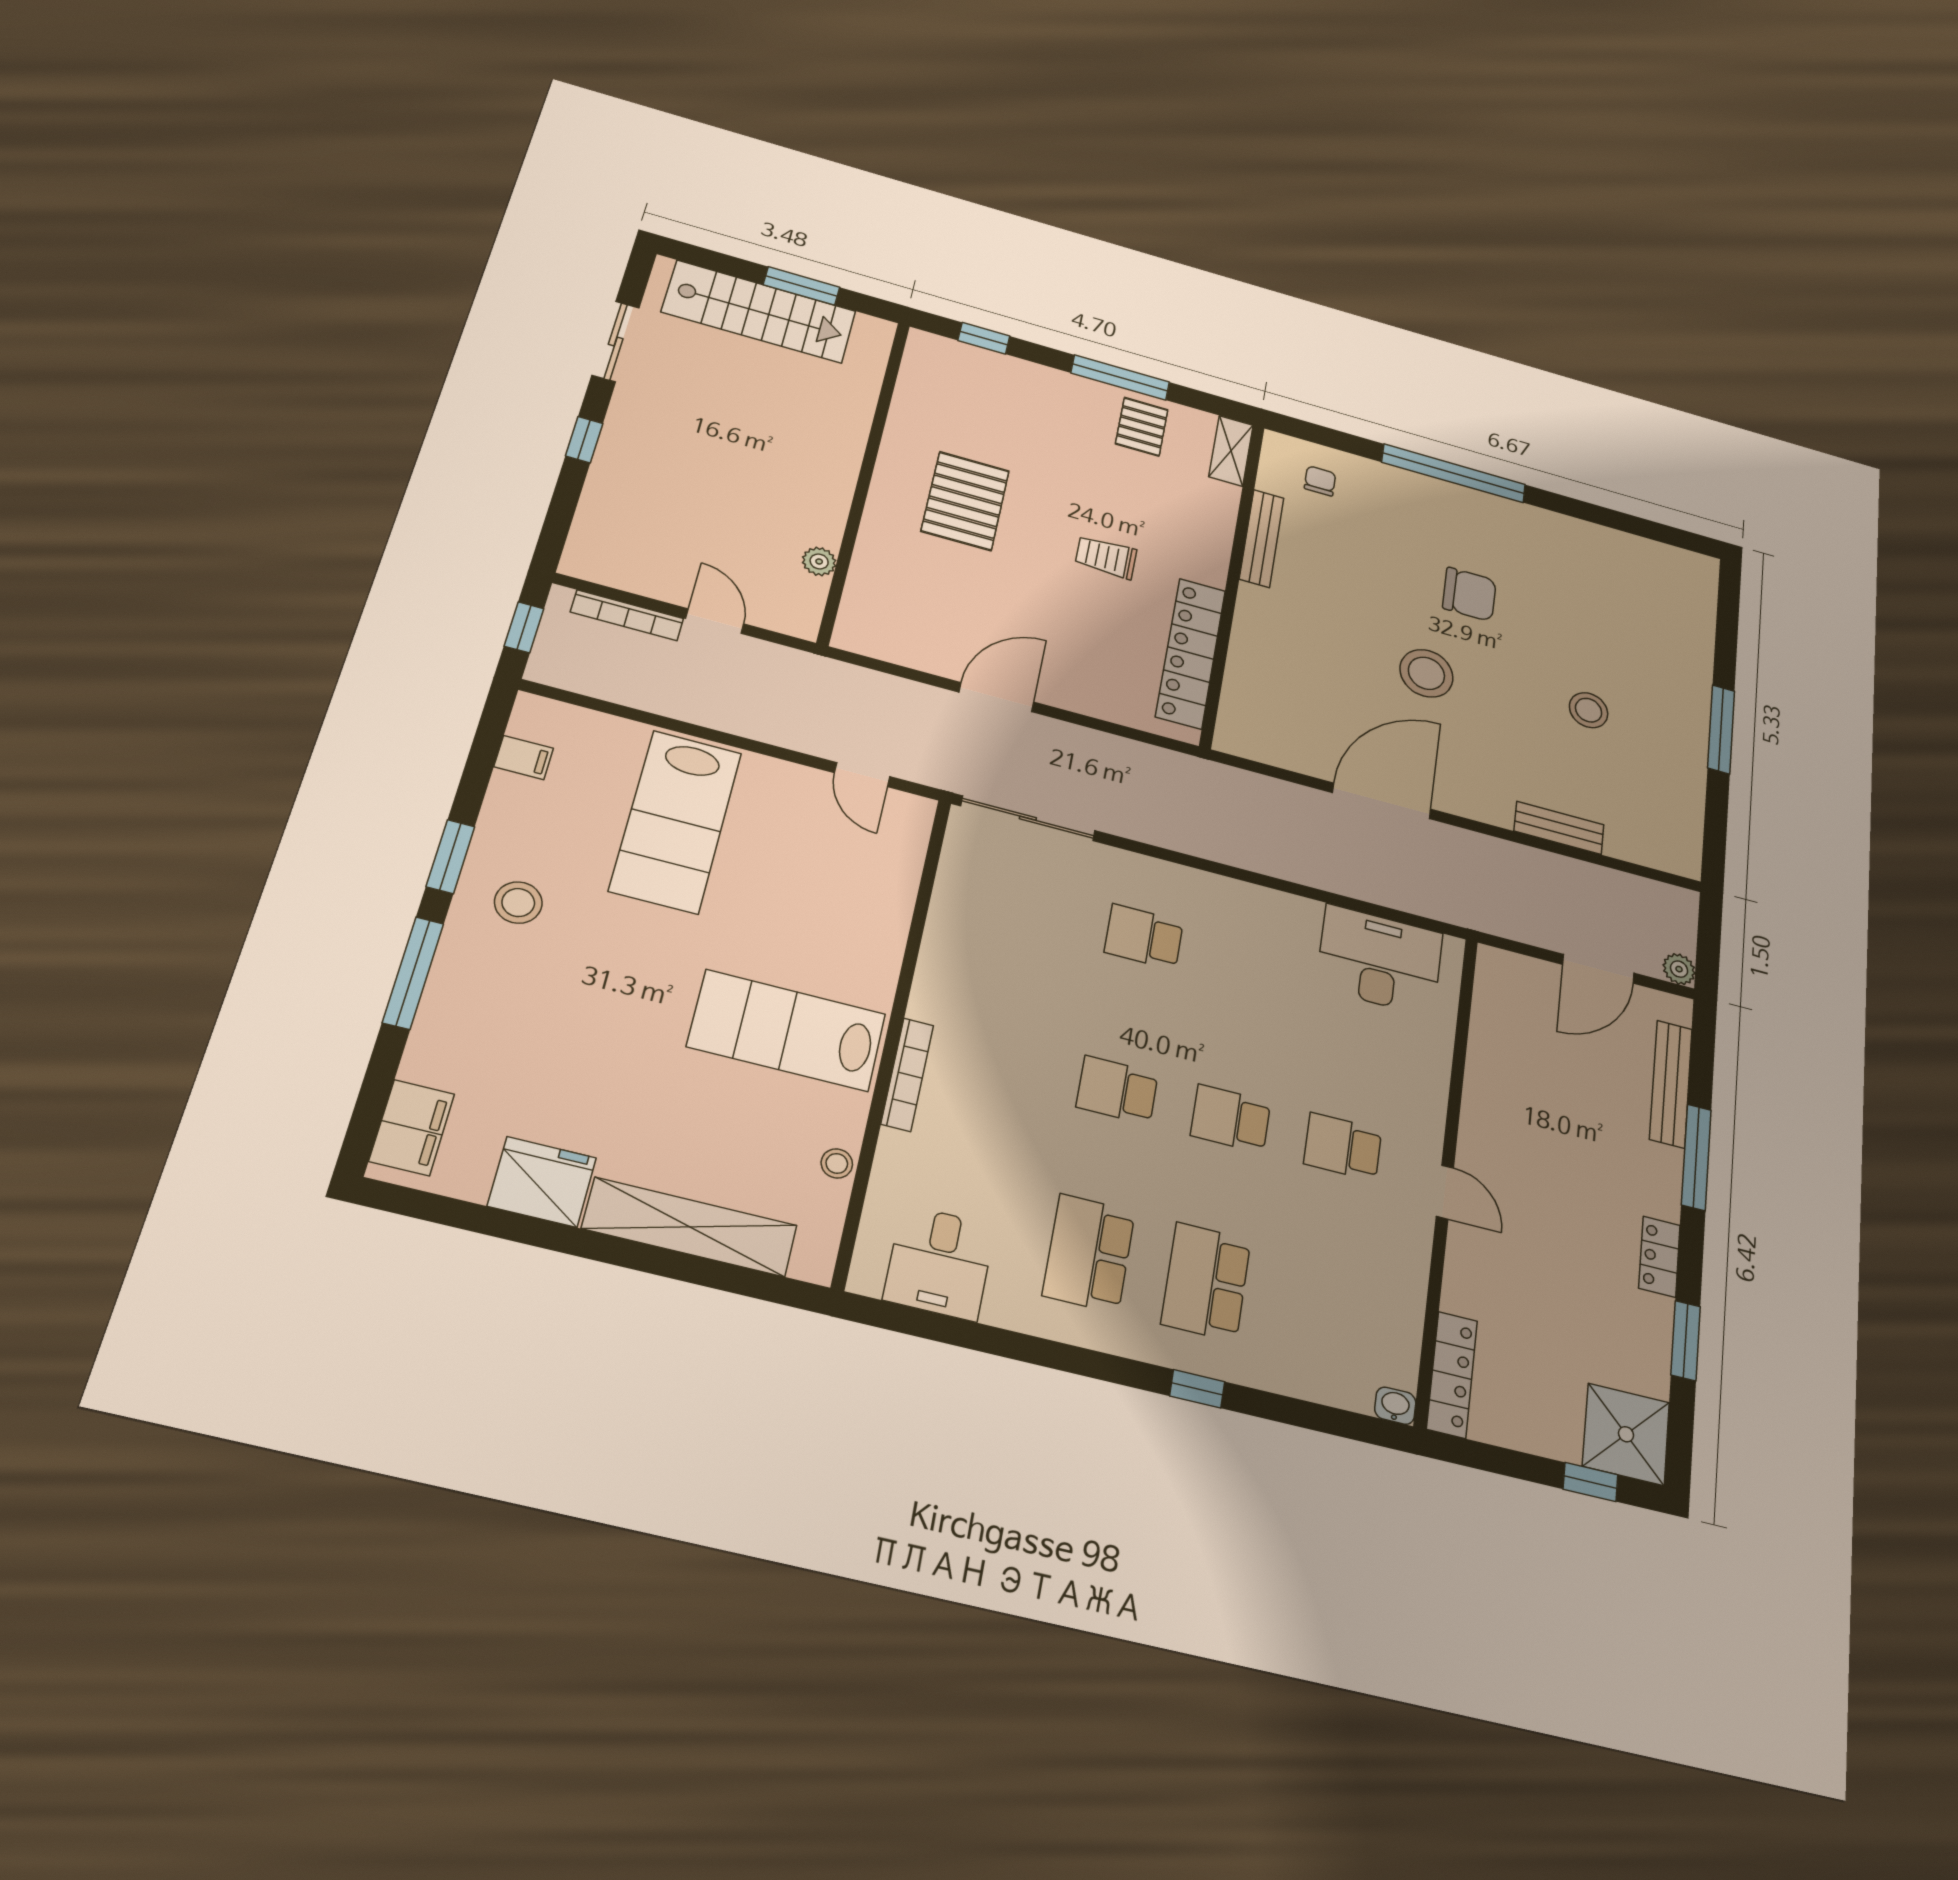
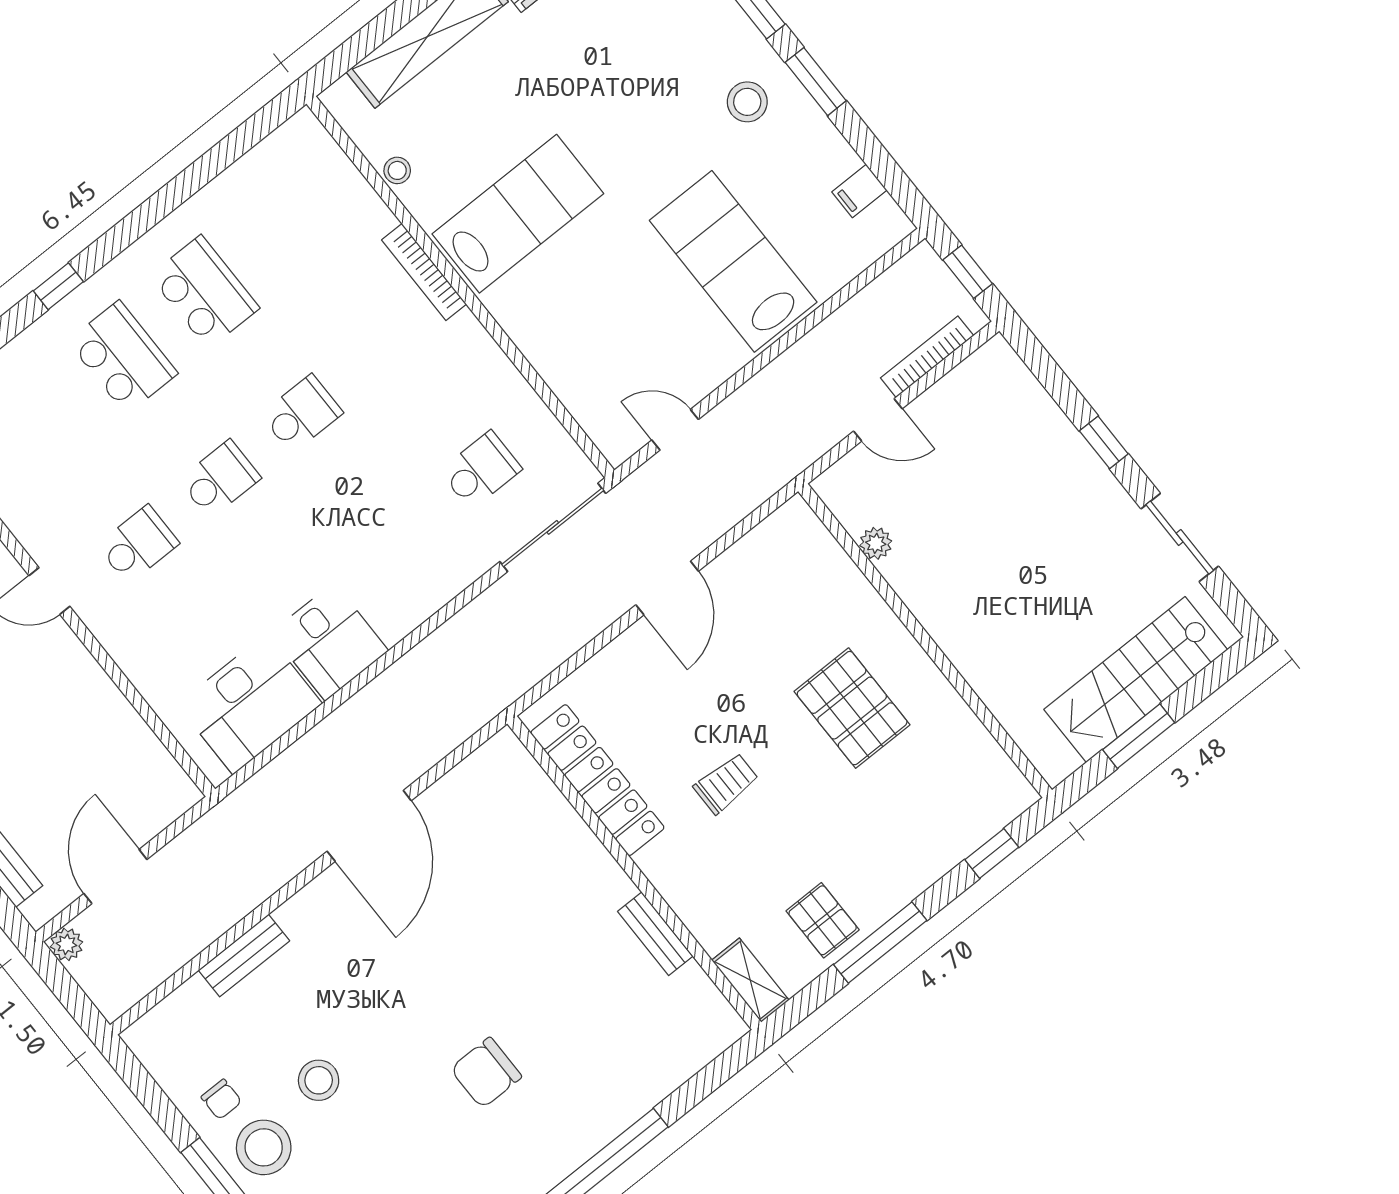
chair: (1320, 481) -> (221, 1099), moved
bench: (1262, 538) -> (655, 934), width x0.73
stool: (1426, 673) -> (264, 1147), moved
school desk: (1144, 937) -> (481, 470), moved
desk: (939, 1263) -> (330, 642), moved, turned 180

